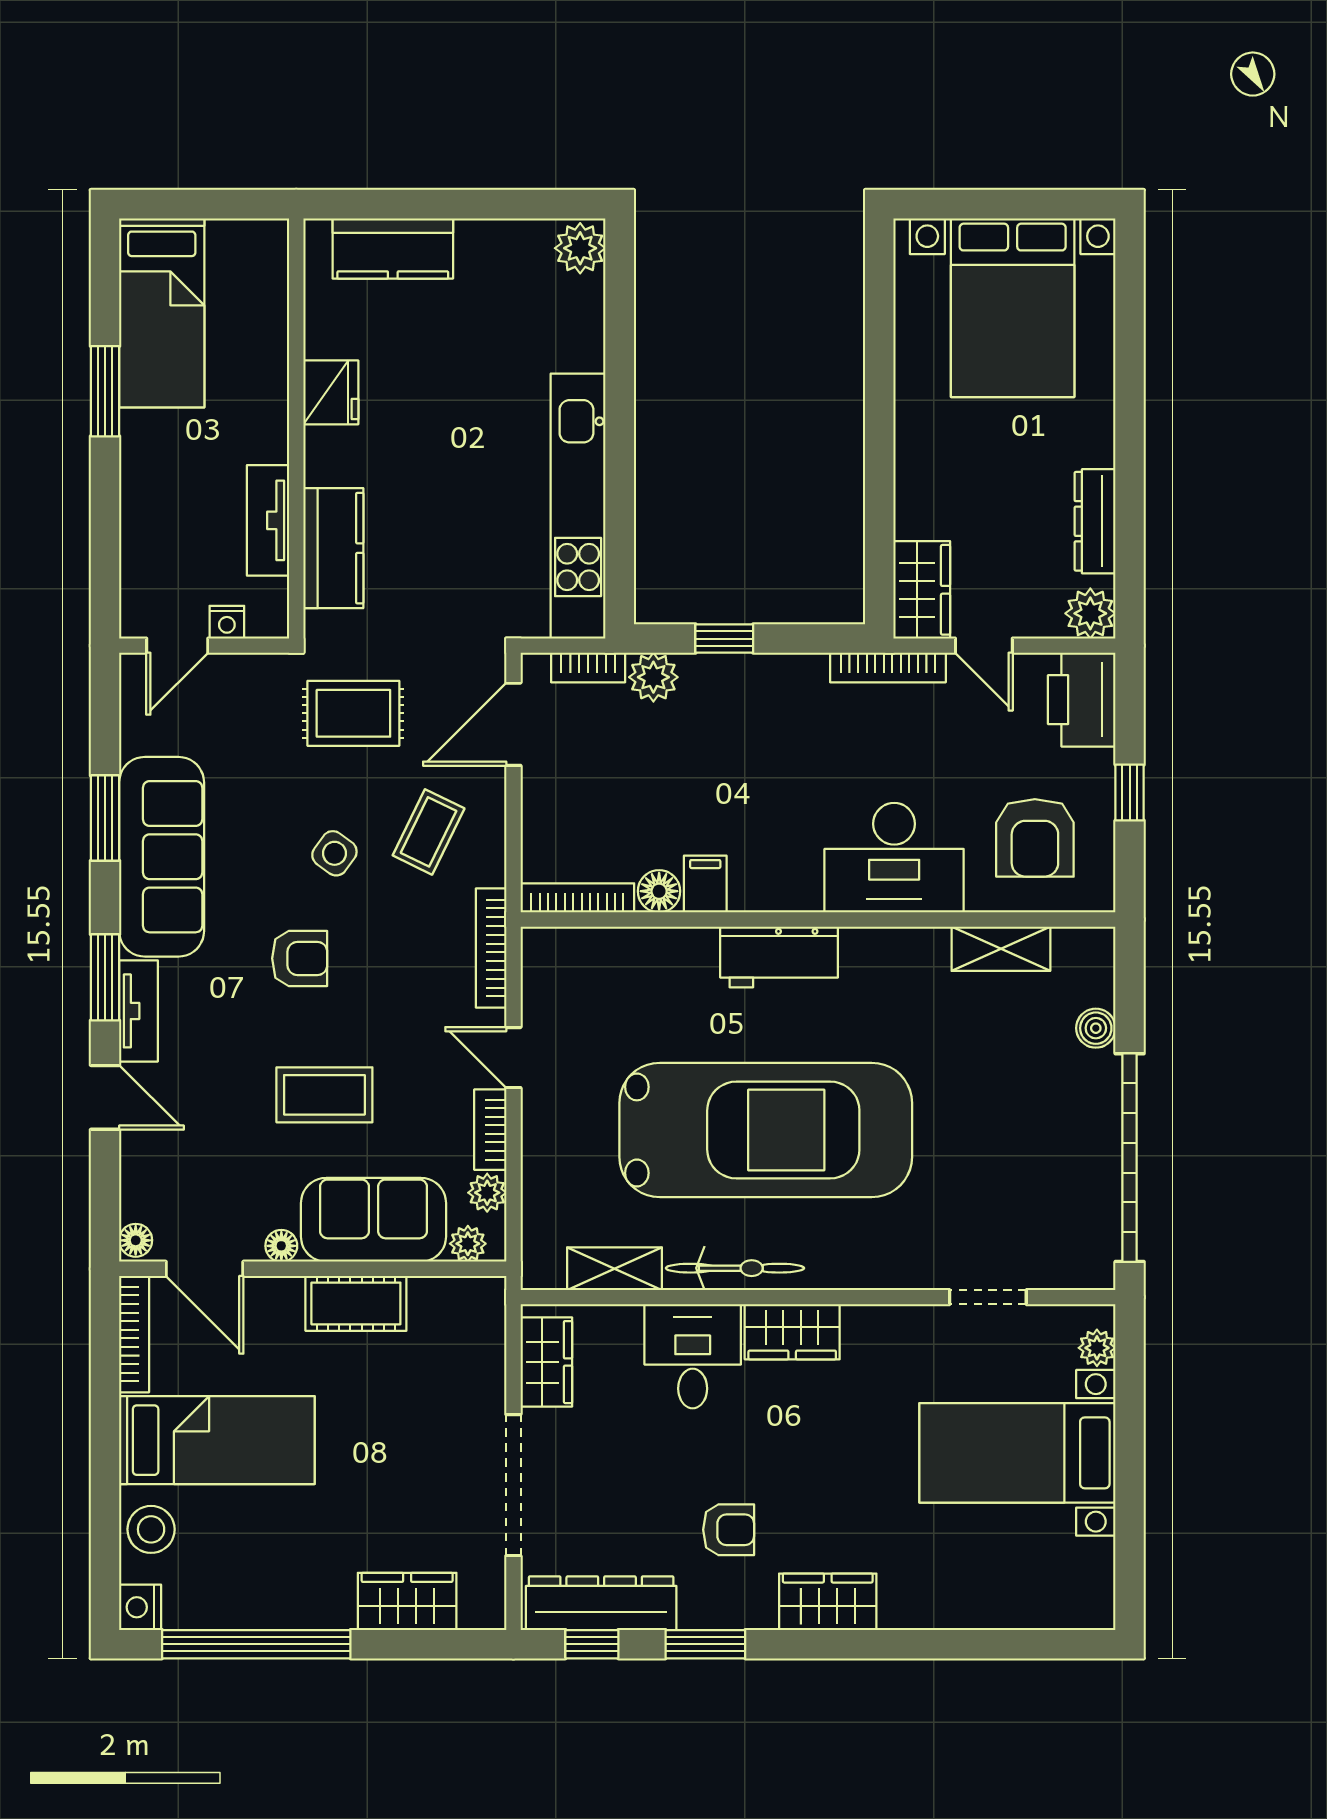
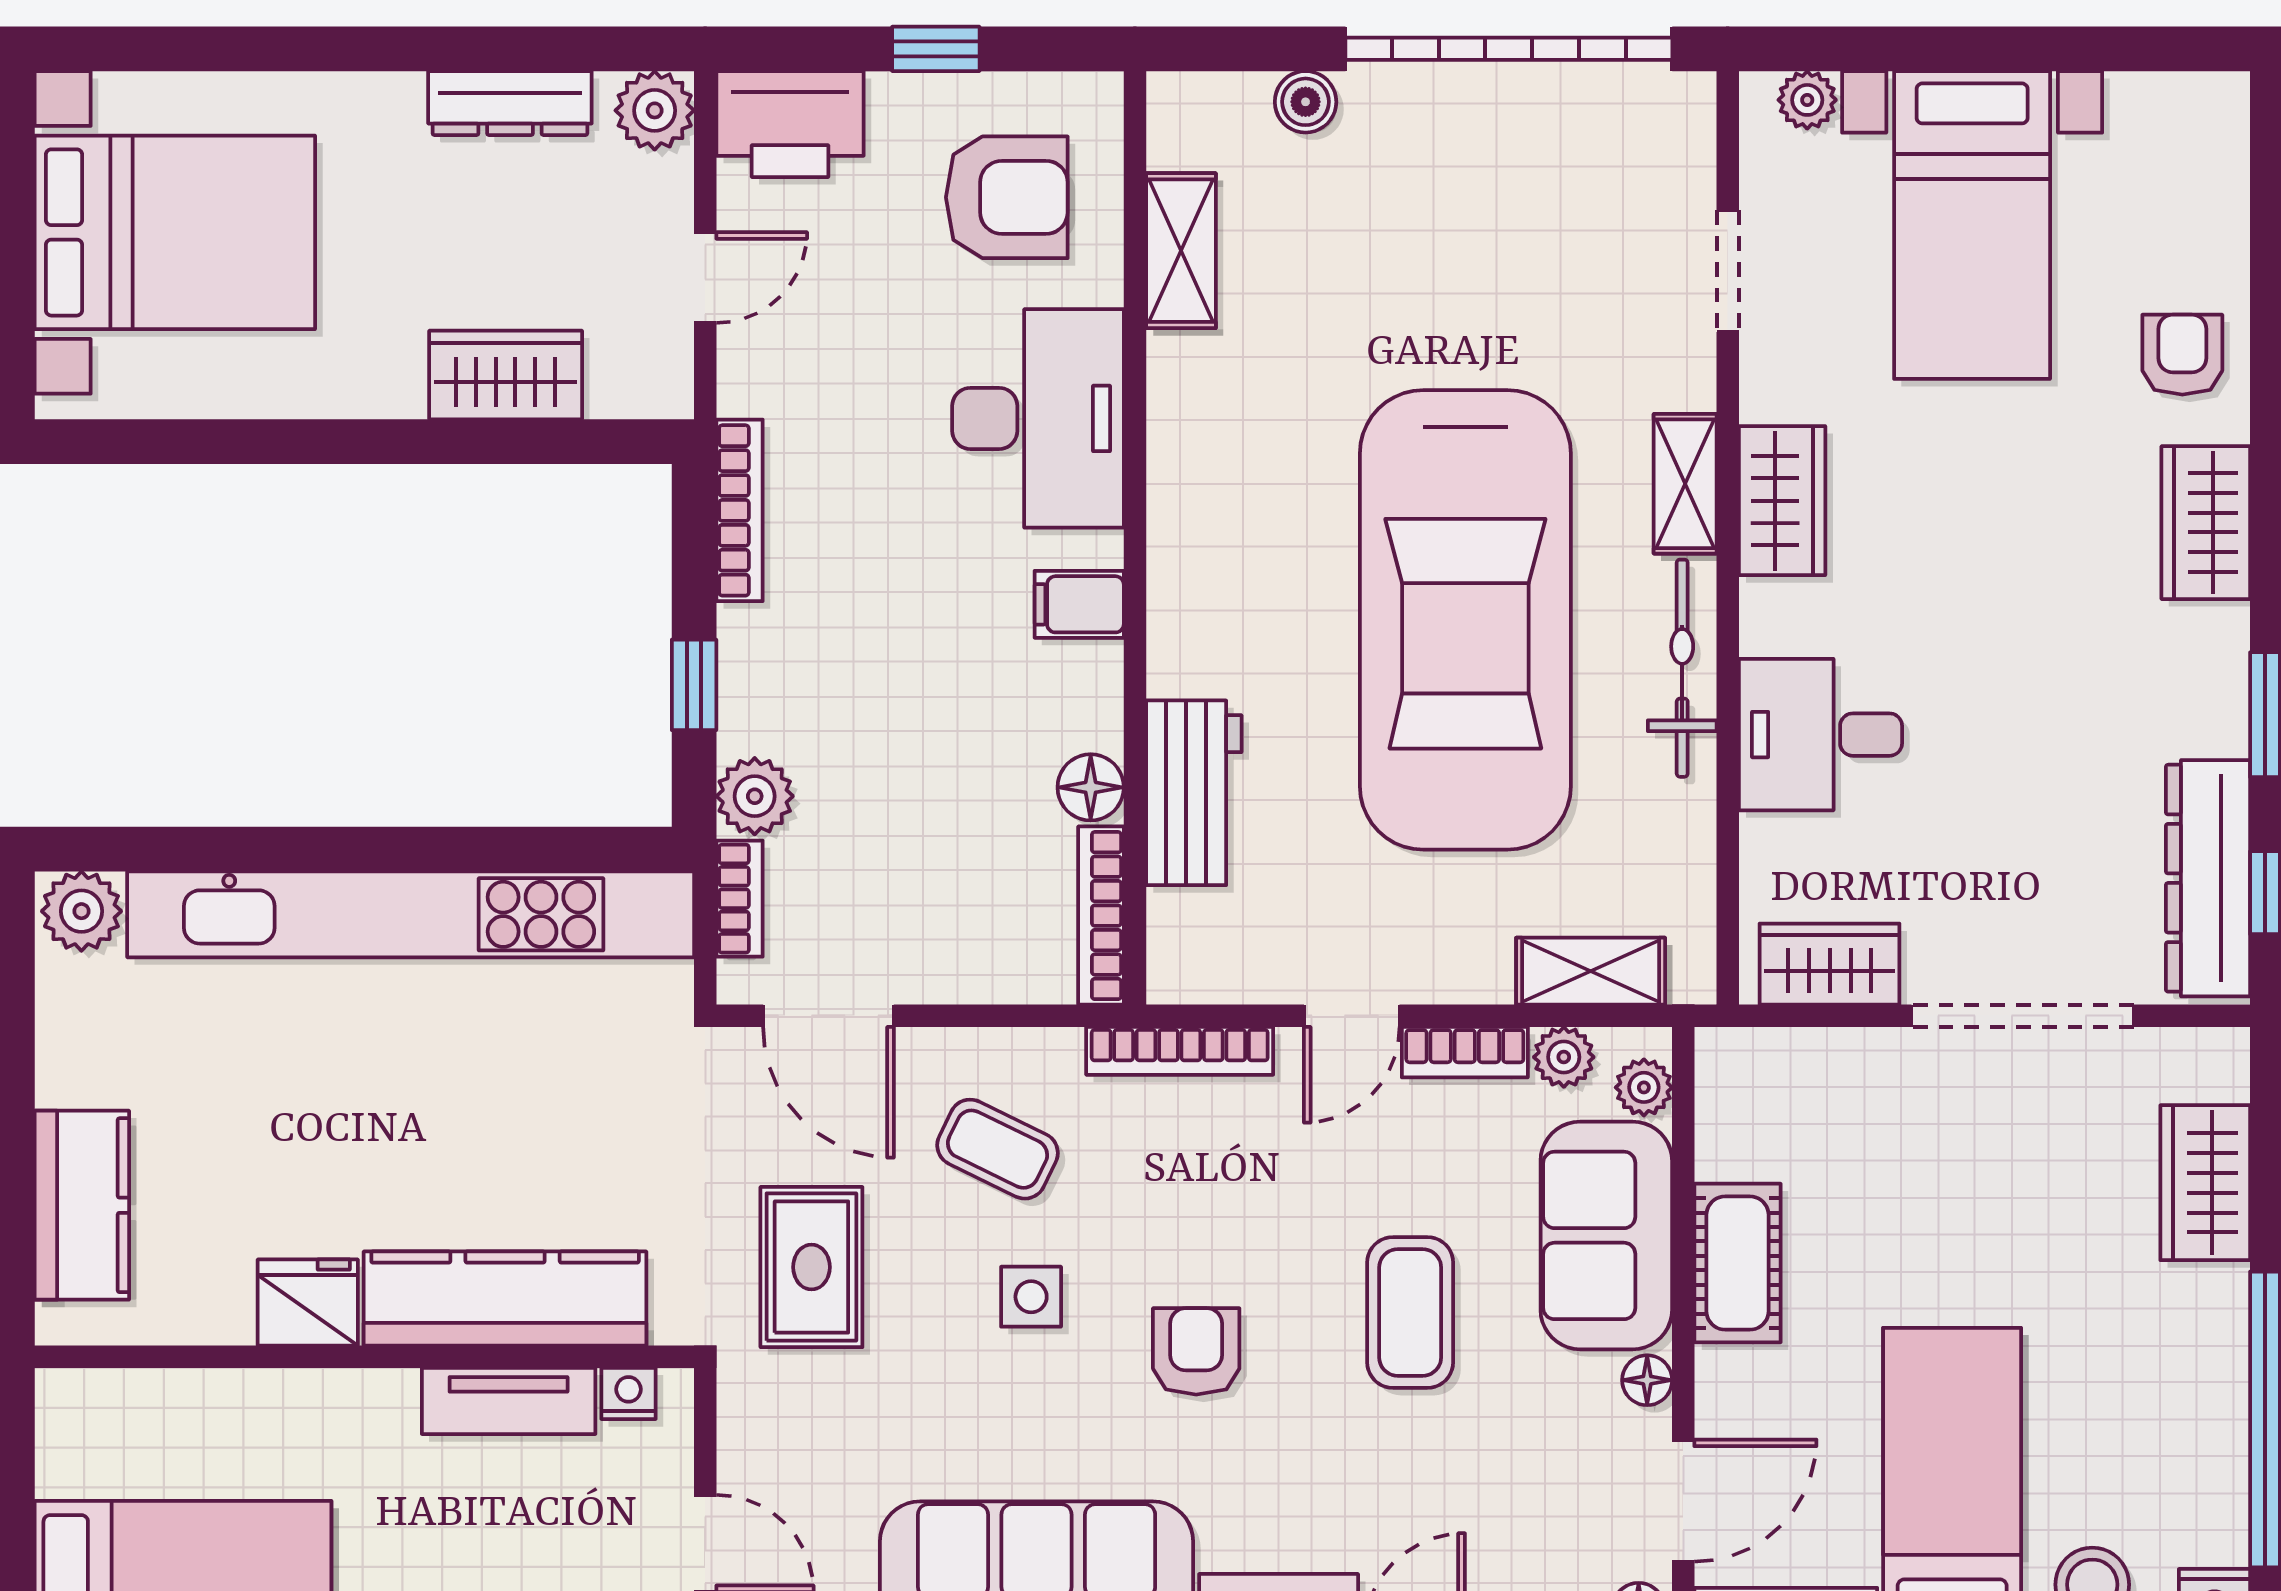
kitchen unit: (578, 506) -> (411, 914), width x1.36
kitchen counter: (333, 548) -> (505, 1298), width x1.50
wardrobe: (922, 590) -> (506, 375), moved
nightstand: (227, 622) -> (628, 1393), moved, turned -90
bookcase: (888, 667) -> (740, 510), moved
side table: (334, 853) -> (1031, 1297), turned -36
filing cabinet: (705, 884) -> (1079, 604), moved
workbench: (779, 957) -> (1194, 793), moved
car: (766, 1130) -> (1465, 620), turned 180
shelving: (615, 1269) -> (1591, 971), moved, turned 90
shelving: (852, 1270) -> (1685, 484), added
wardrobe: (792, 1332) -> (1782, 501), moved
armchair: (729, 1530) -> (2182, 355), moved

